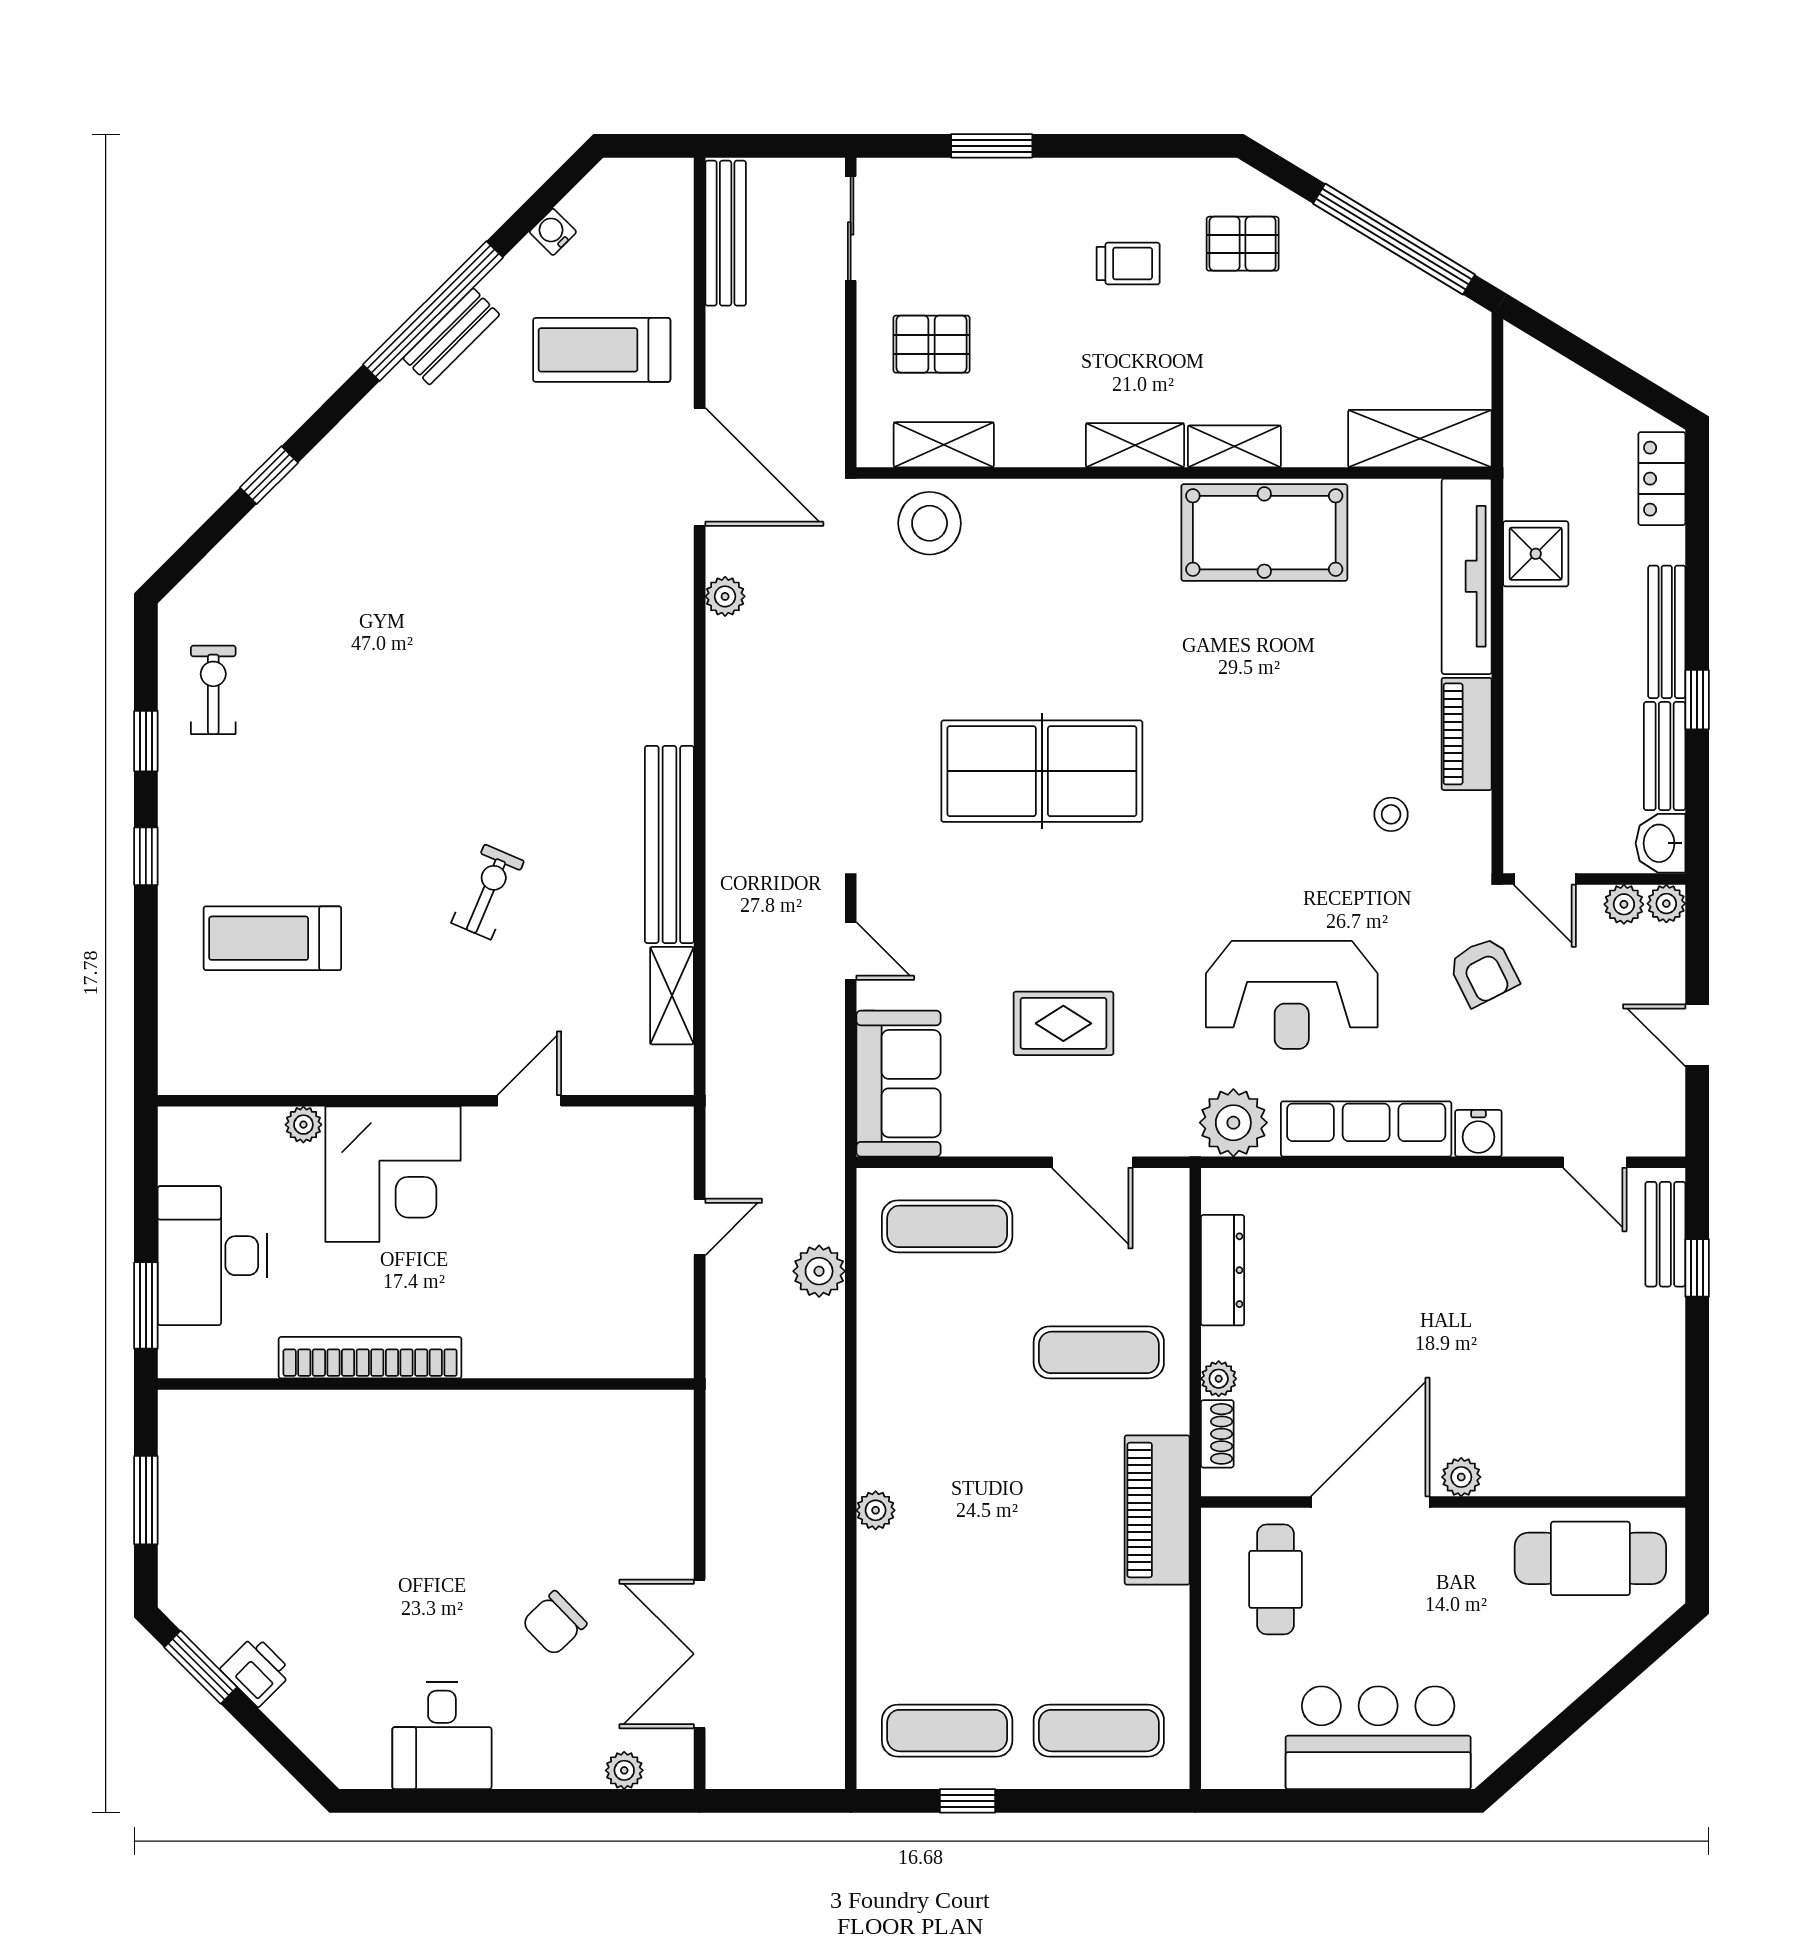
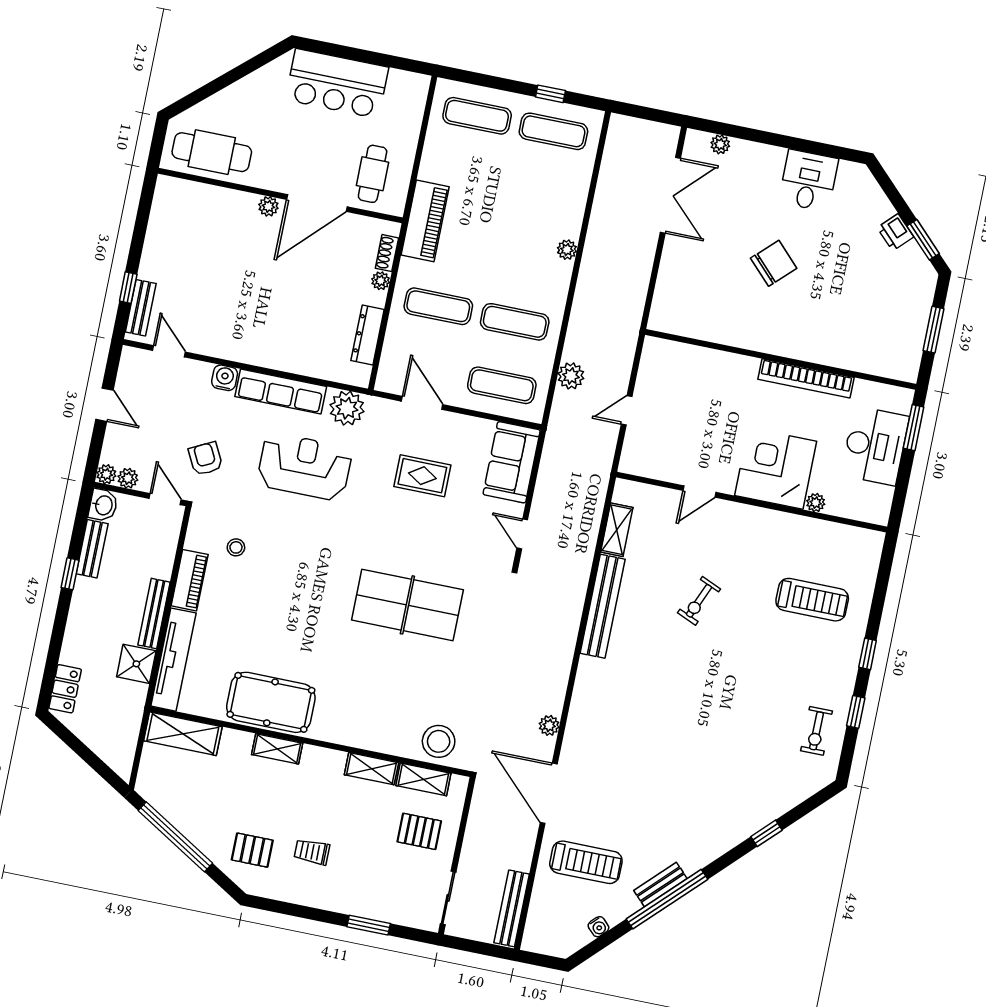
shelving: (1135, 445) -> (371, 769), moved
bench: (1667, 632) -> (154, 614), moved
exercise mat: (947, 1352) -> (515, 322), added
chair: (554, 1623) -> (774, 263), moved, width x1.37, depth x1.37

